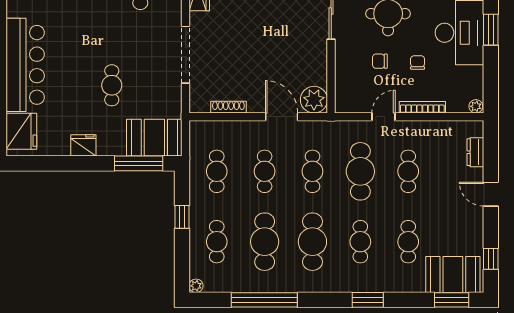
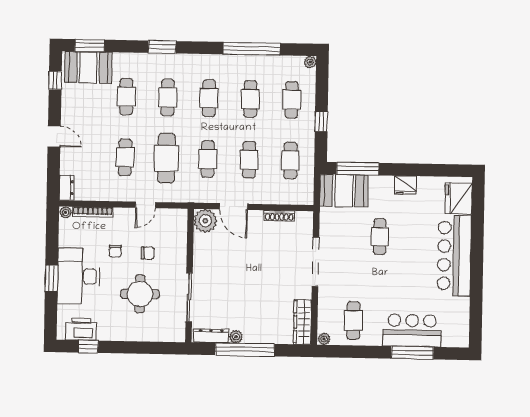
bookcase: (422, 107) -> (93, 212), moved
dresser: (475, 152) -> (66, 188), moved
cafe table: (265, 242) -> (250, 99), width x0.73, depth x0.74
cafe table: (312, 242) -> (209, 98), width x0.73, depth x0.74

